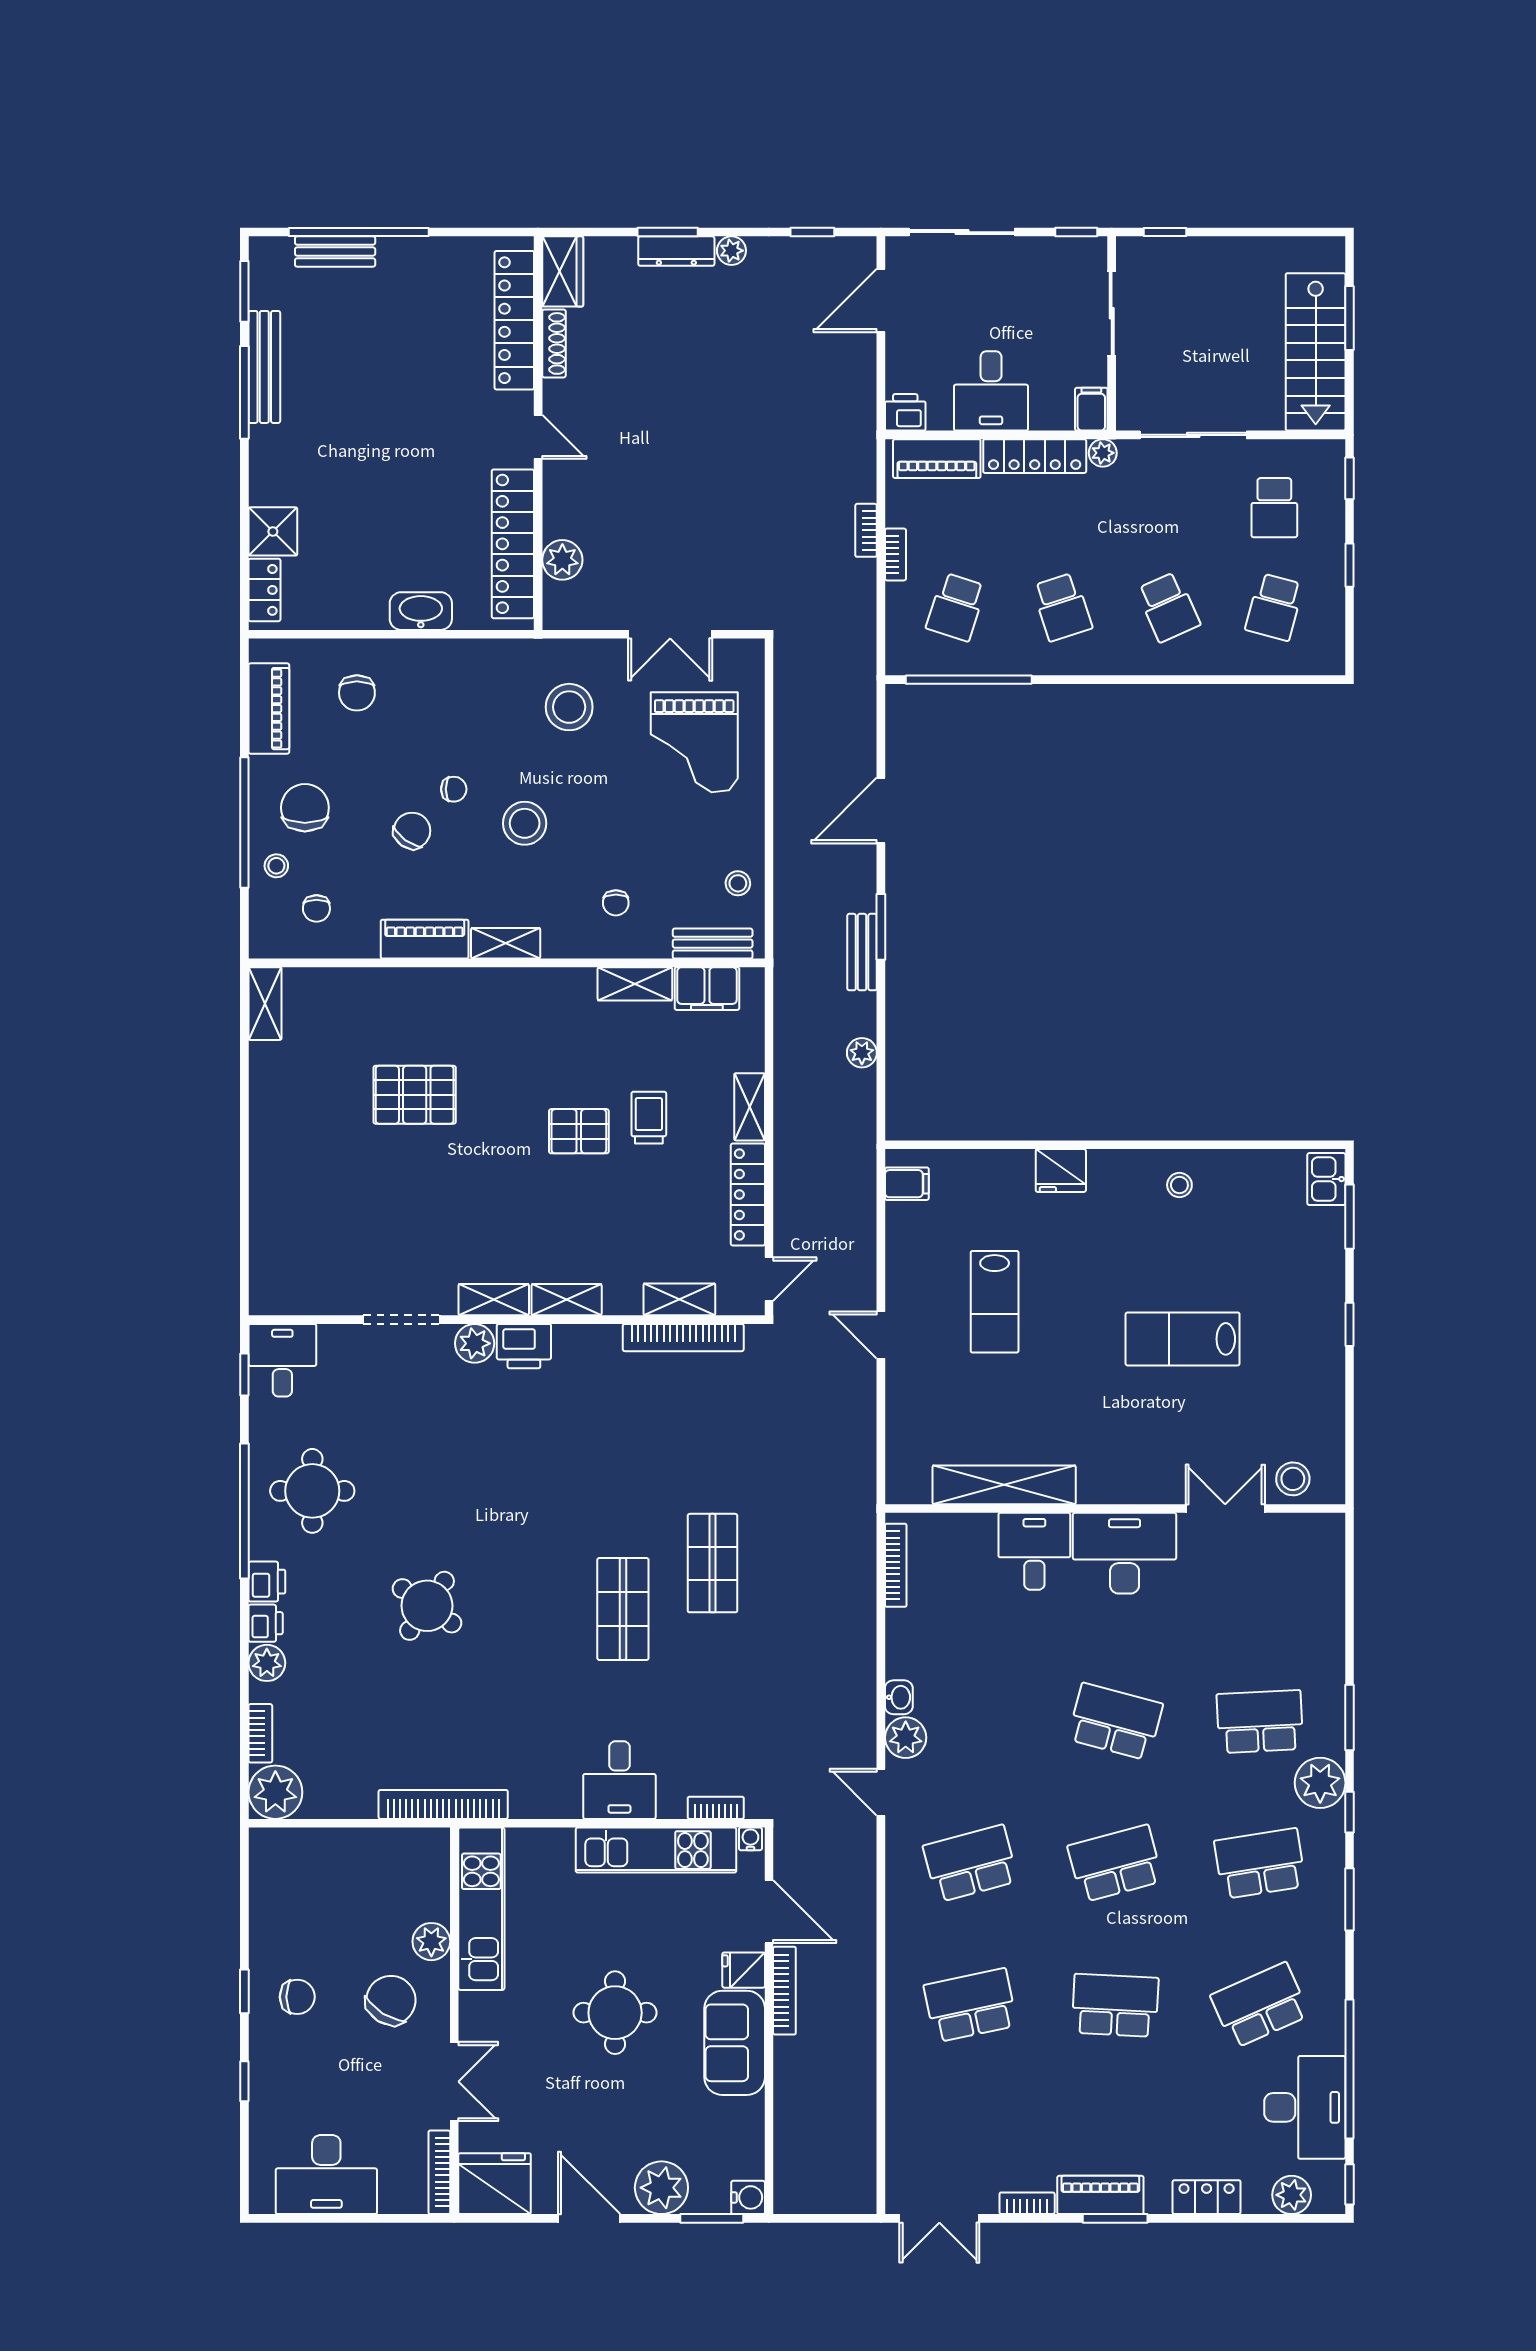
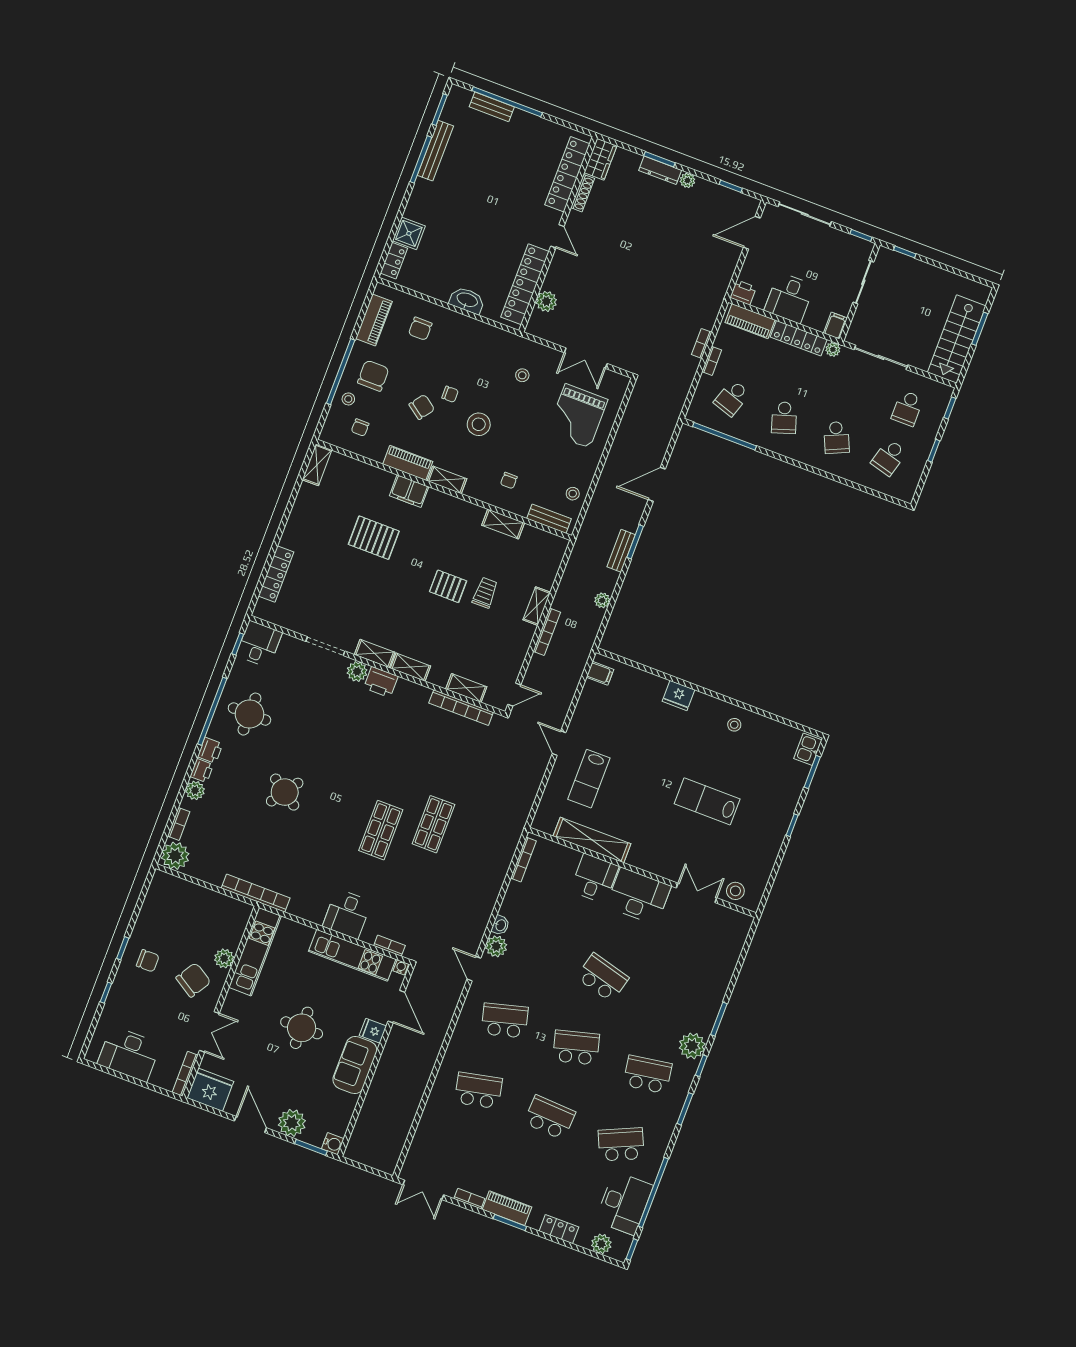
stool: (569, 707) -> (522, 375), width x0.53, depth x0.53
filing cabinet: (707, 989) -> (409, 491), moved
locker: (748, 1194) -> (276, 574), moved, turned 180
lab bench: (995, 1302) -> (589, 779), moved
school desk: (1260, 1722) -> (674, 1004), removed
bookcase: (784, 1991) -> (547, 632), moved

